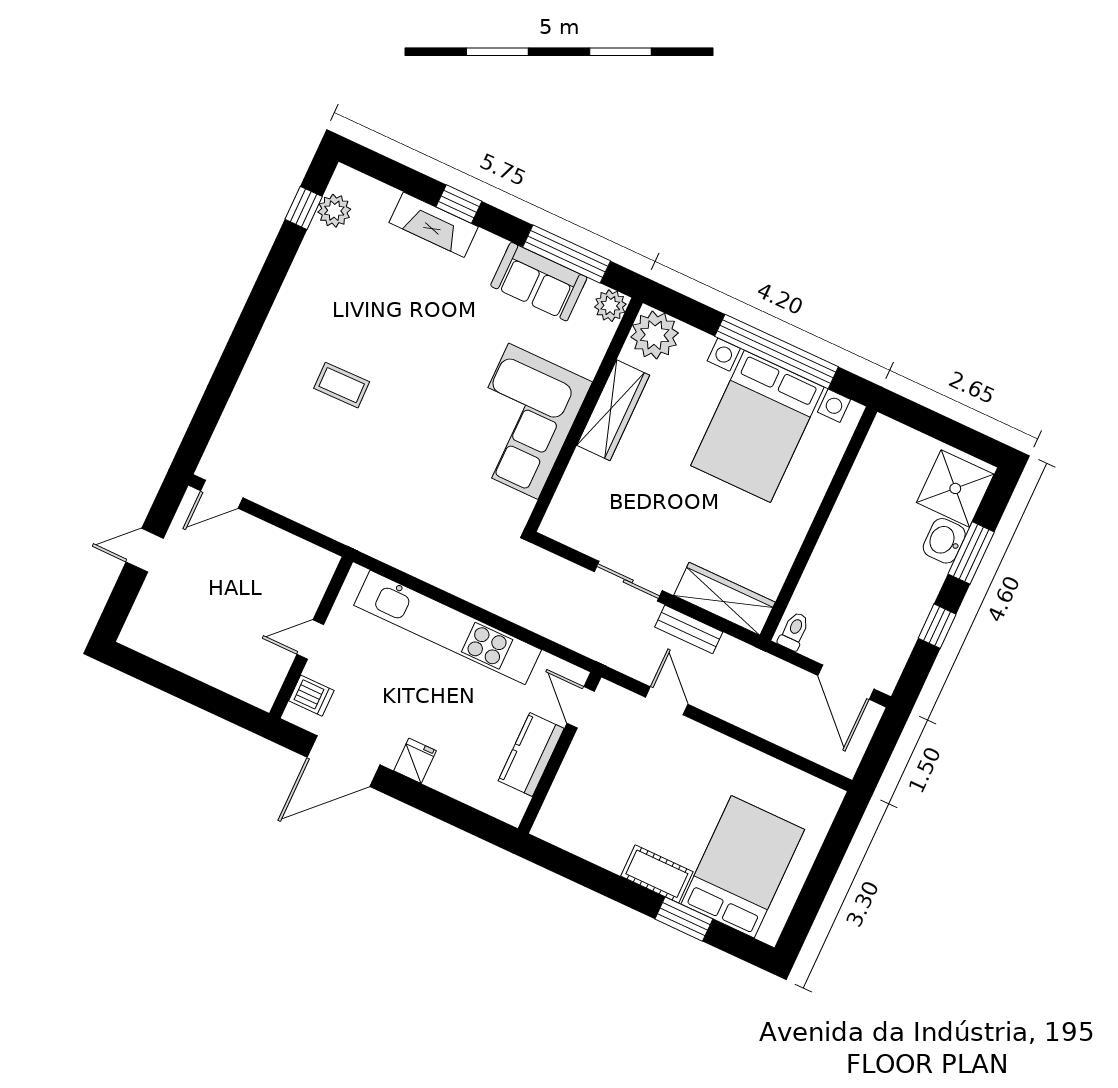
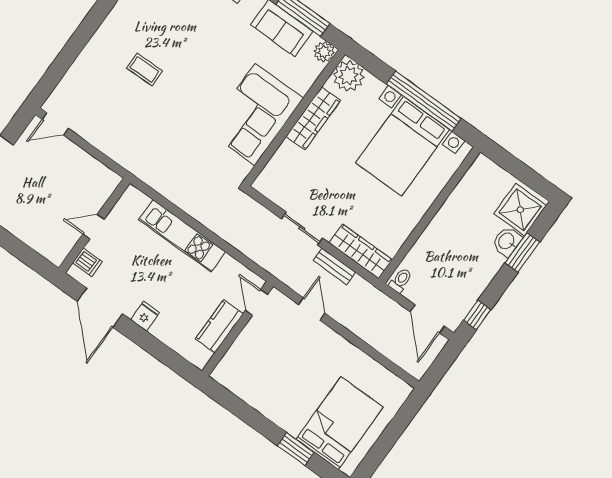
window: (937, 626) -> (477, 315), moved
kitchen unit: (448, 627) -> (182, 236), width x0.73
door: (343, 761) -> (100, 308), hinge flipped
cot: (657, 874) -> (284, 417), removed

